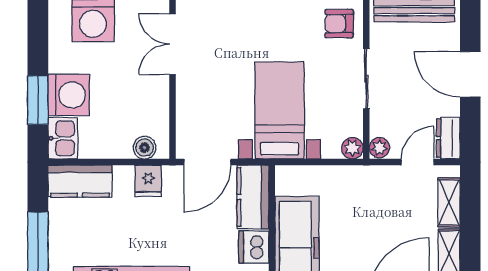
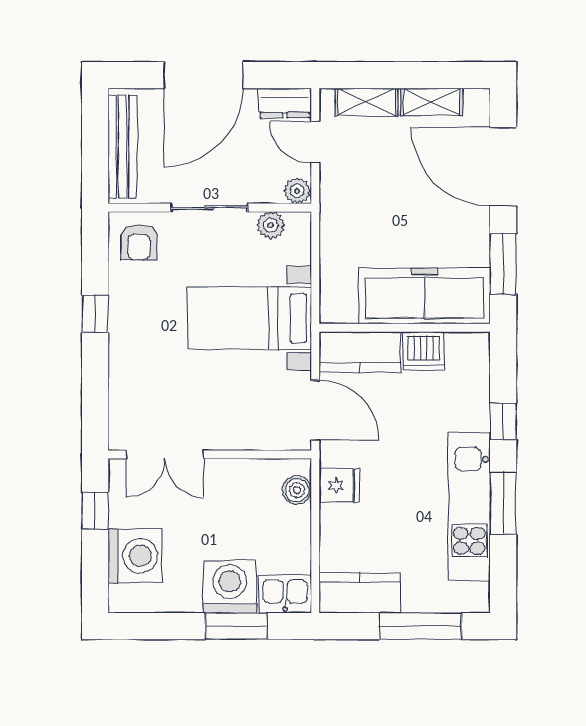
door: (470, 74) -> (204, 75), width x1.36
plant: (352, 148) -> (271, 225), moved
kitchen counter: (80, 181) -> (360, 593), moved, turned -90

